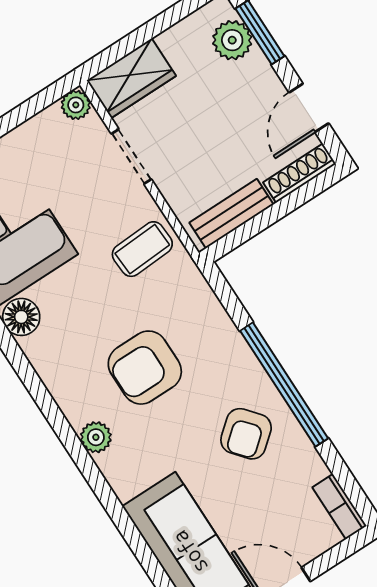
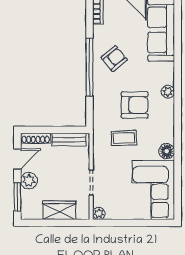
plant: (232, 40) -> (29, 181), moved
wardrobe: (131, 78) -> (59, 210), moved
coffee table: (142, 249) -> (124, 138), moved

